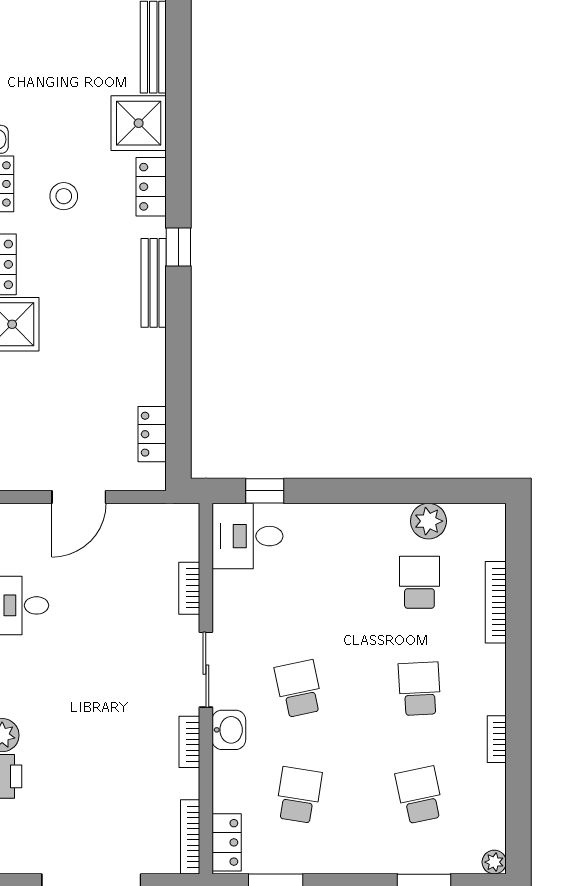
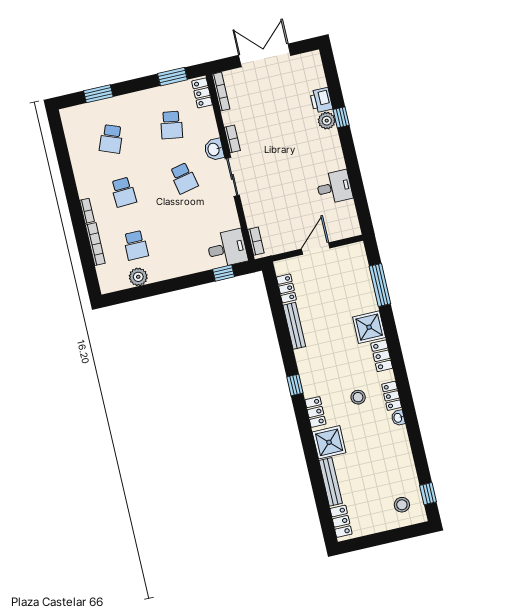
bench: (154, 283) -> (294, 326), moved
bookcase: (189, 588) -> (256, 241), moved
bookcase: (497, 739) -> (87, 211), moved
school desk: (419, 795) -> (111, 139), turned 33
plant: (494, 862) -> (66, 114), removed

